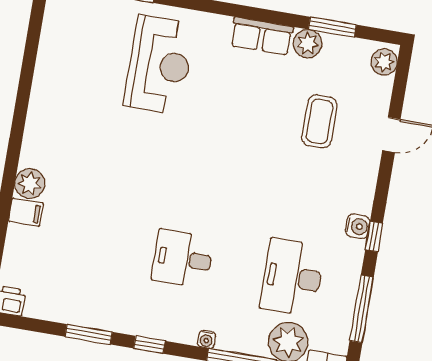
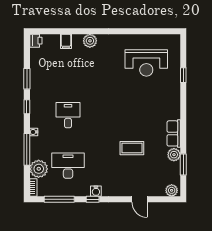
reception desk: (159, 65) -> (146, 63), moved
coffee table: (320, 121) -> (132, 148), moved
filing cabinet: (26, 212) -> (66, 41), moved

